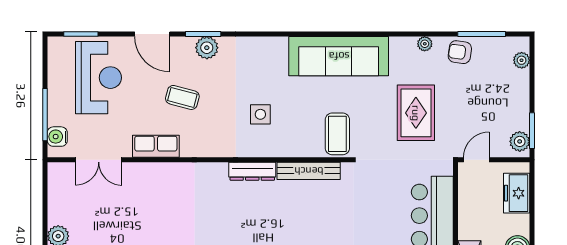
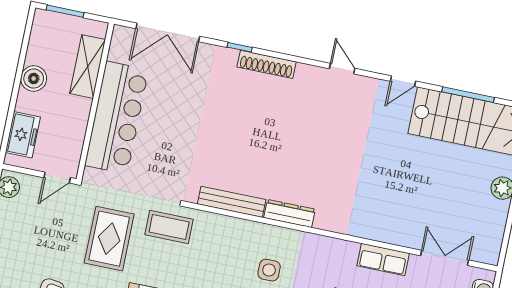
coffee table: (337, 134) -> (169, 227), moved, turned 90

